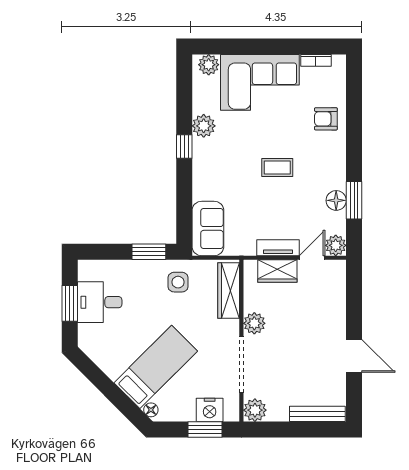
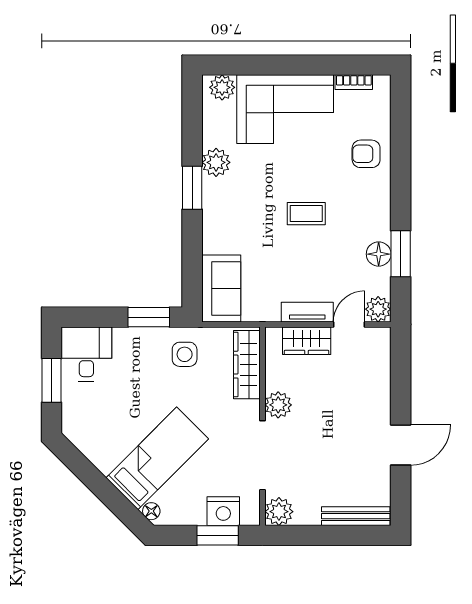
window: (184, 146) -> (192, 188), width x1.50
desk: (100, 302) -> (86, 354), moved, turned 90
door: (354, 356) -> (401, 445), hinge flipped

